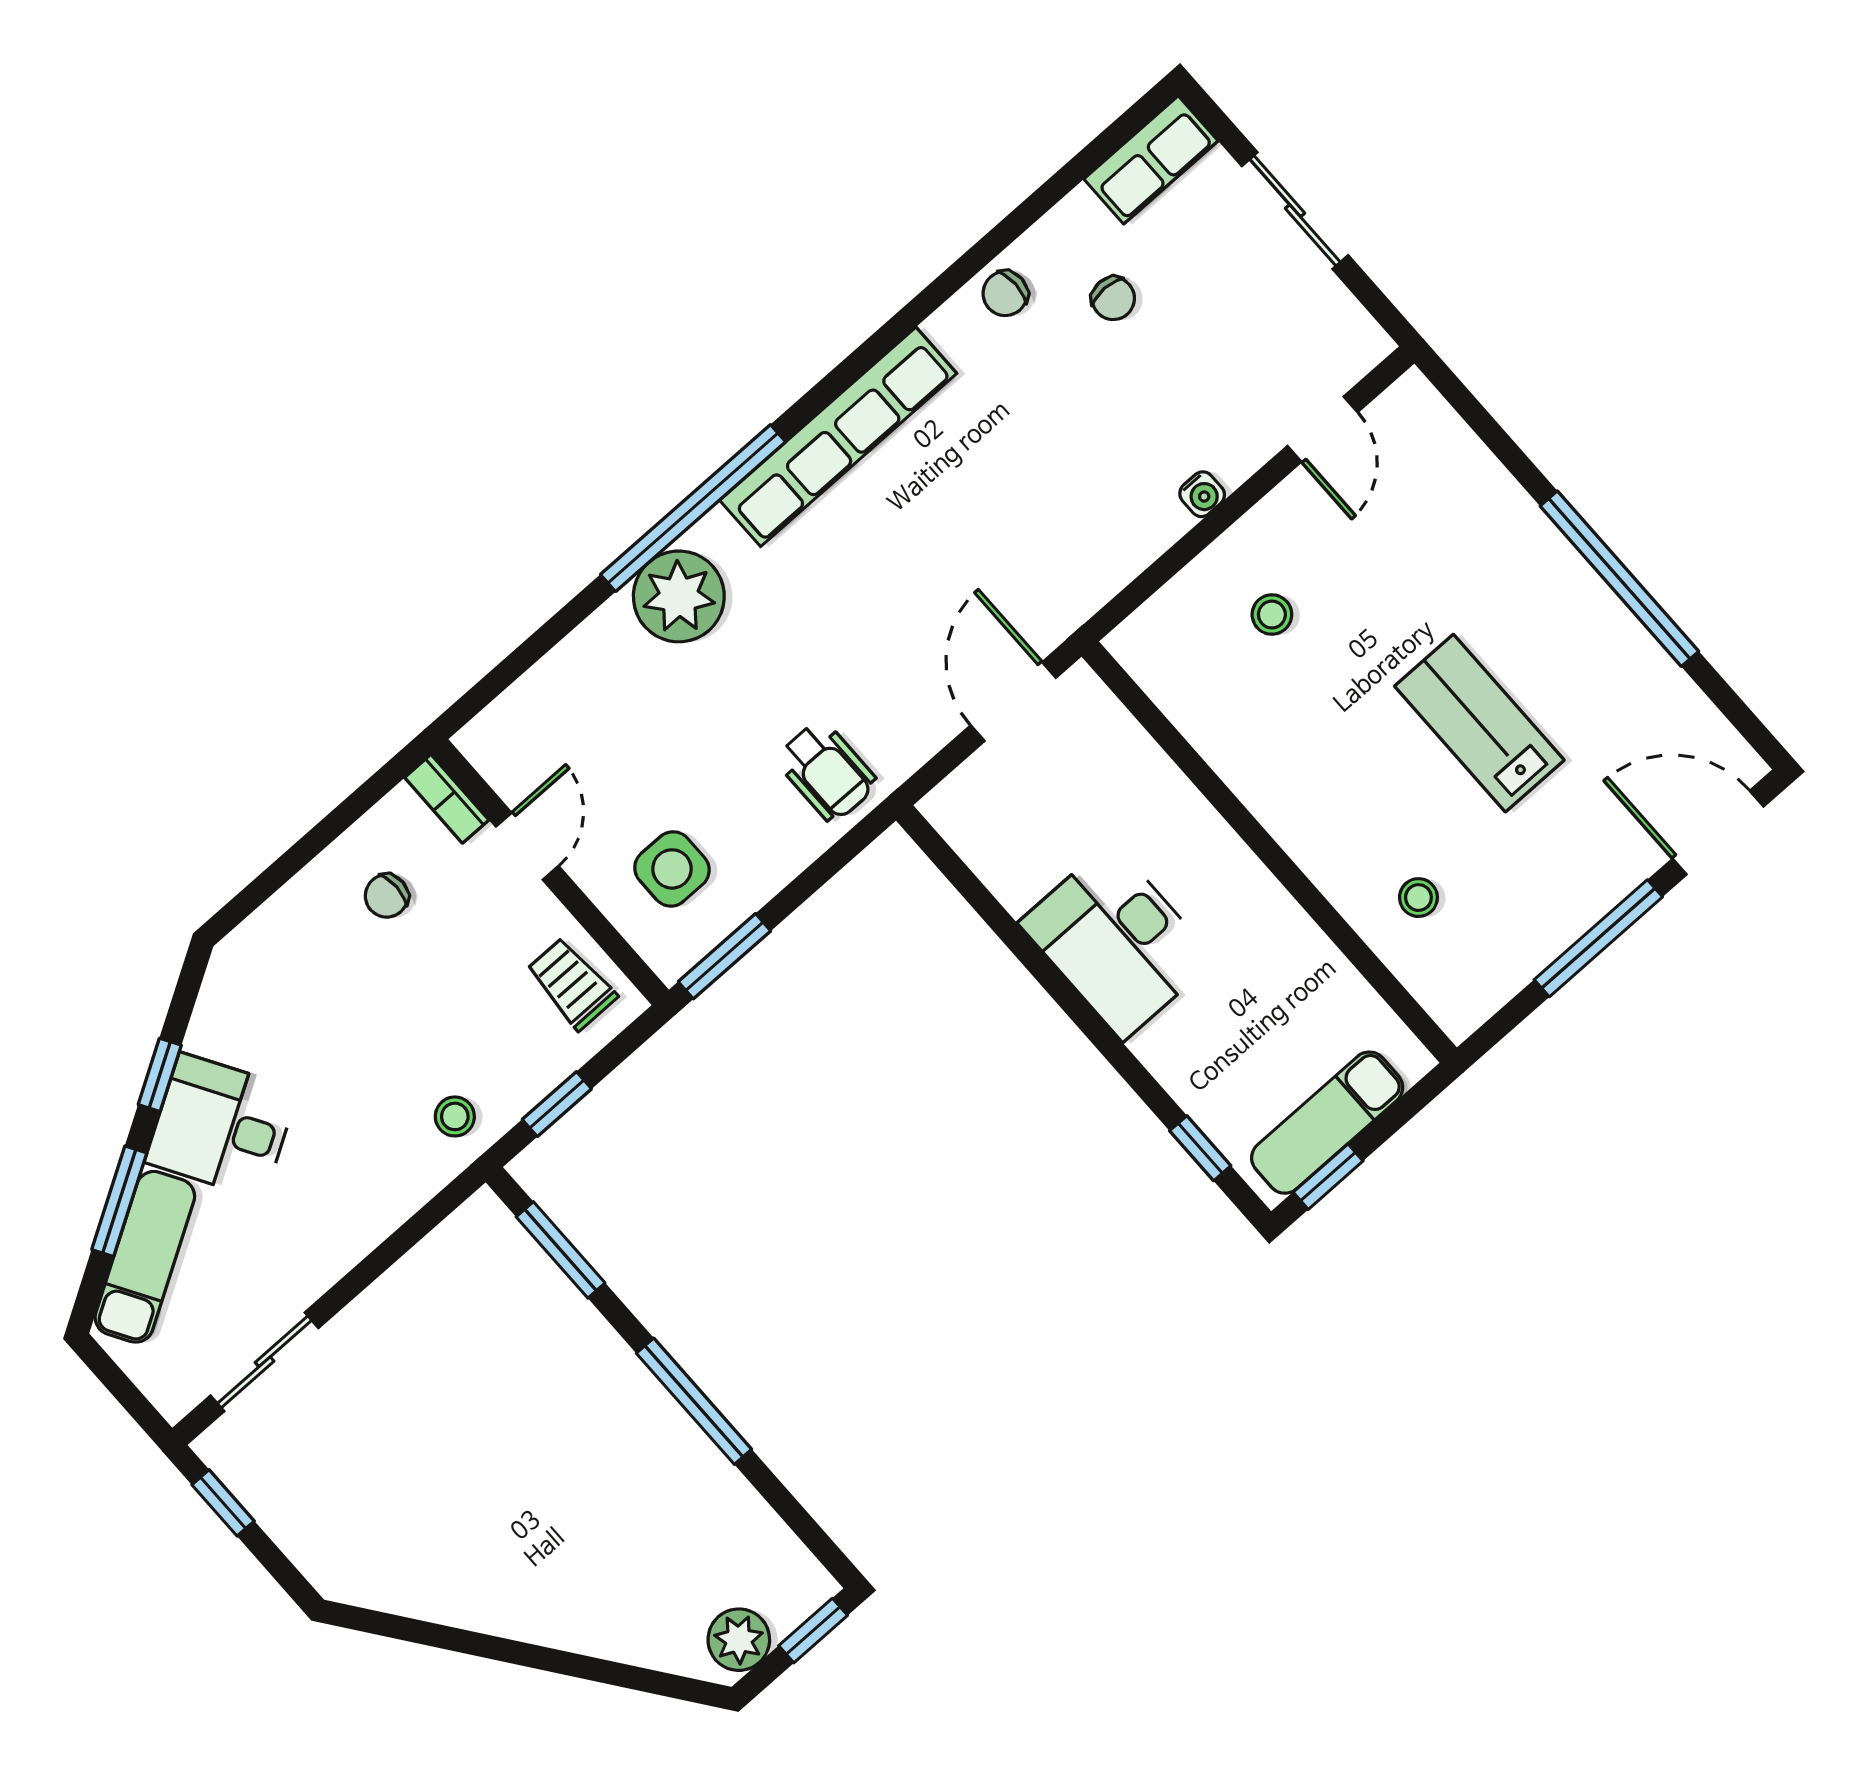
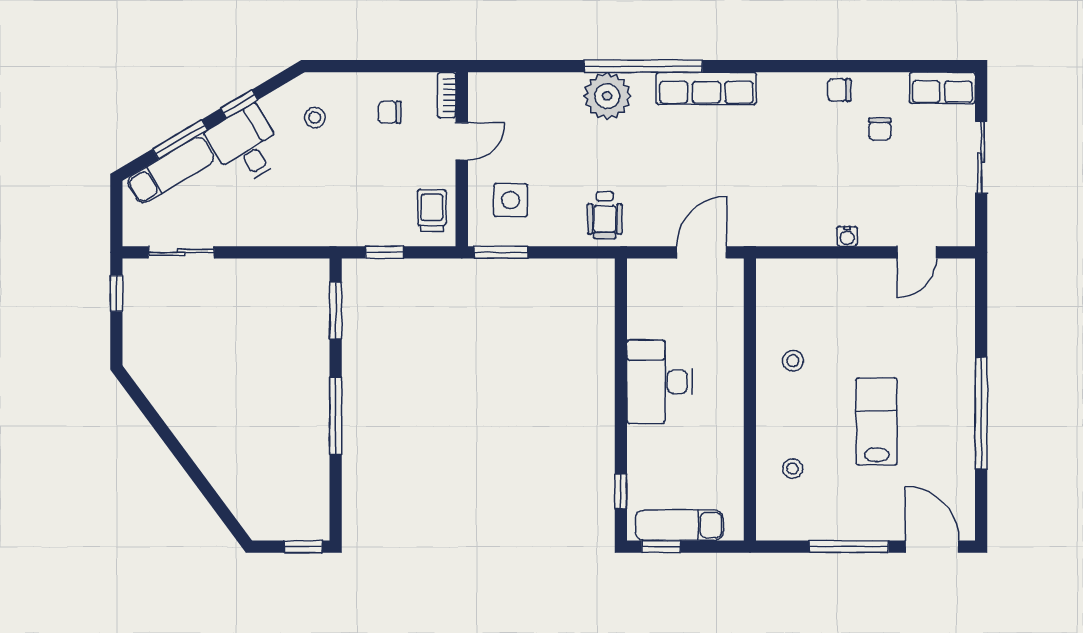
row of seats: (838, 437) -> (706, 88), width x0.73
stool: (1272, 615) -> (793, 361), moved
stool: (455, 1116) -> (315, 118), moved
plant: (739, 1640) -> (271, 525), removed

